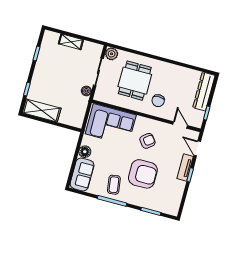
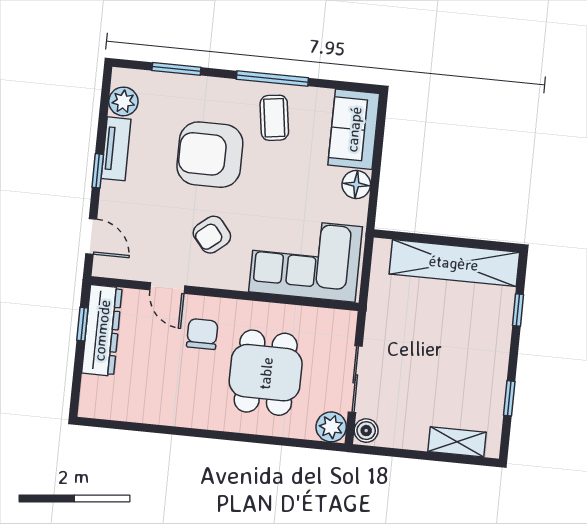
shelving: (71, 42) -> (457, 442), moved
boiler: (86, 91) -> (366, 431), moved
dresser: (204, 91) -> (102, 330), moved
shelving: (42, 111) -> (454, 263), width x1.47
door: (180, 125) -> (167, 288), moved
tv unit: (185, 168) -> (116, 149), moved
plant: (175, 202) -> (123, 101), added

